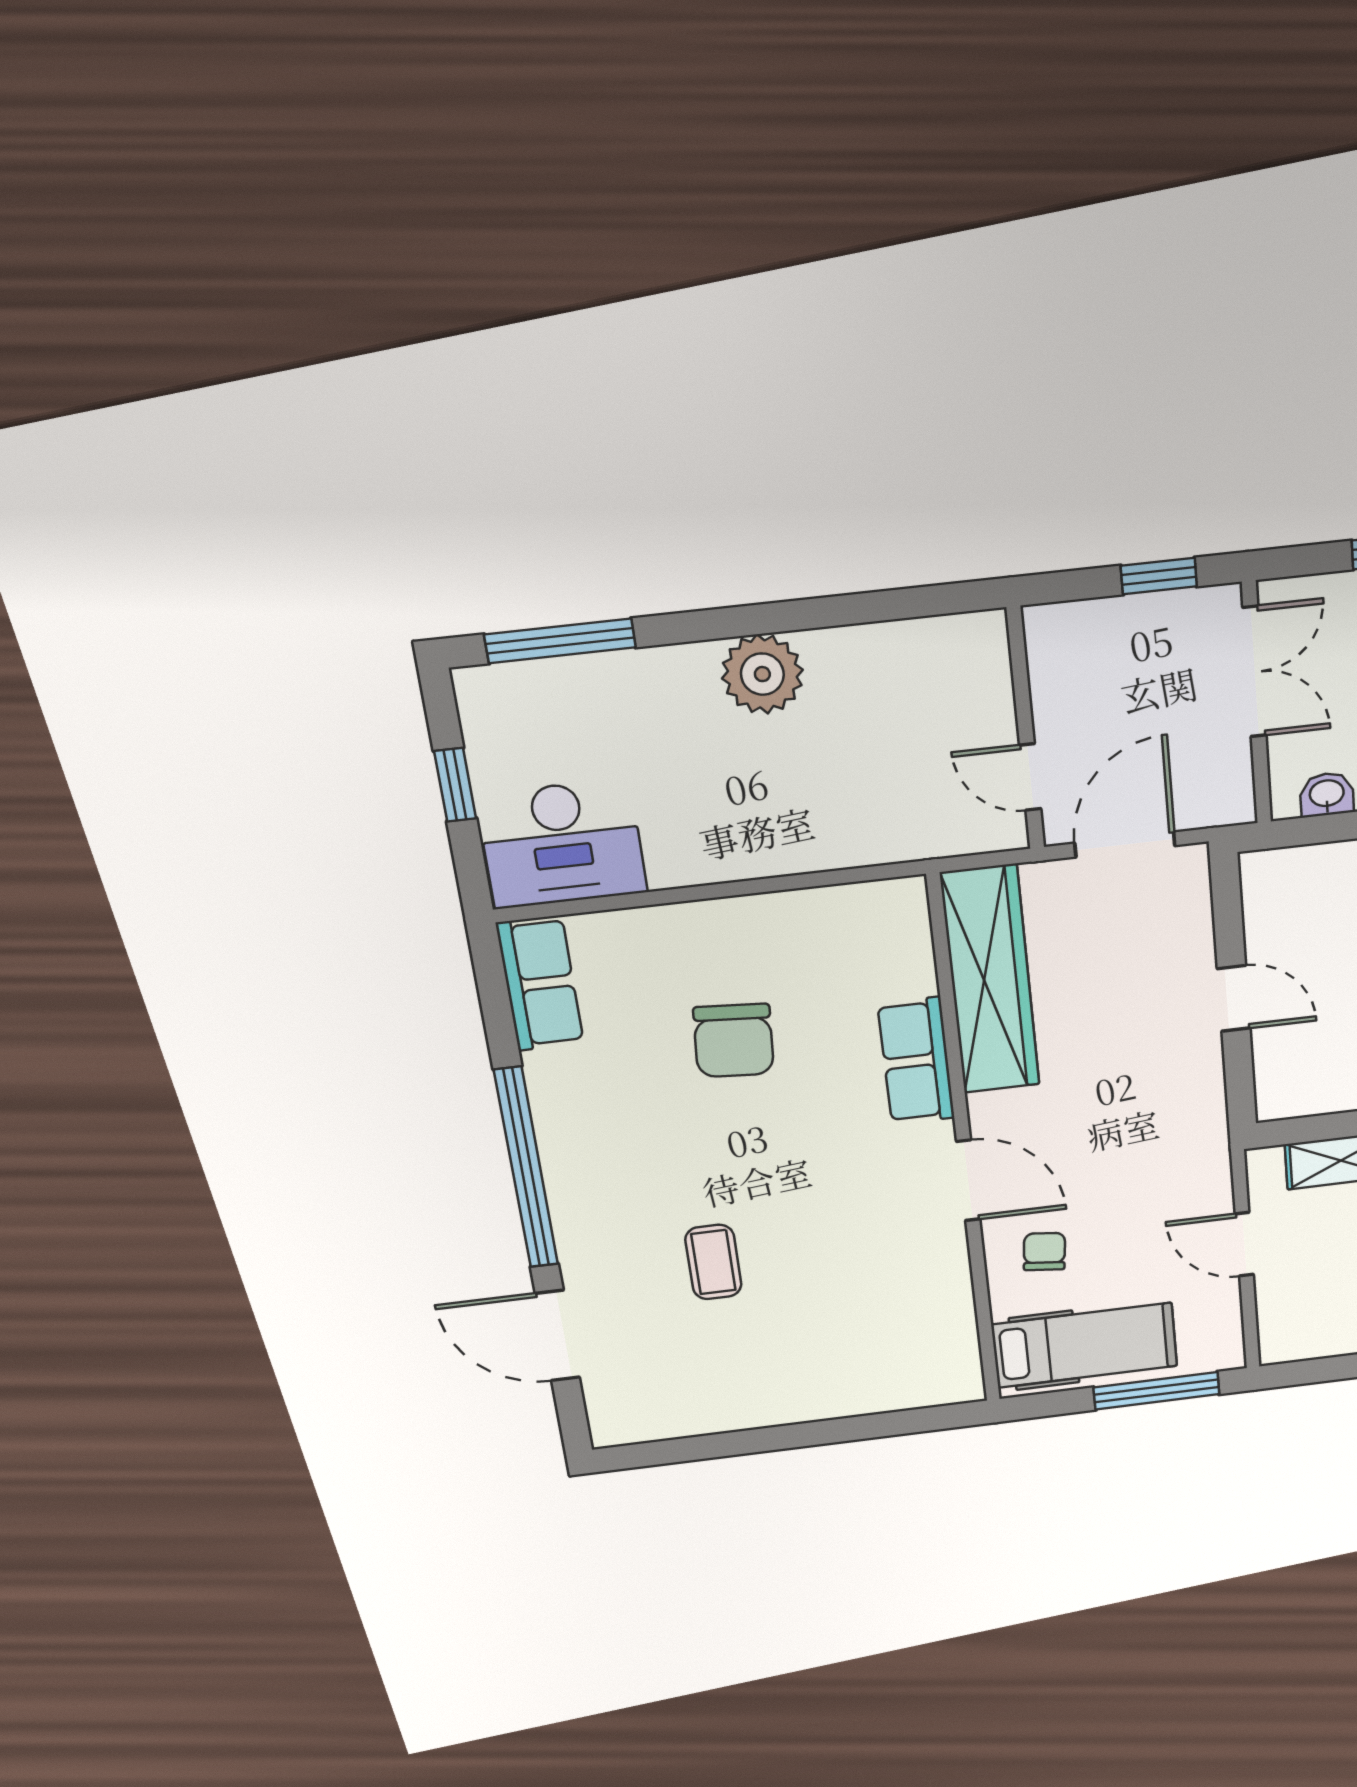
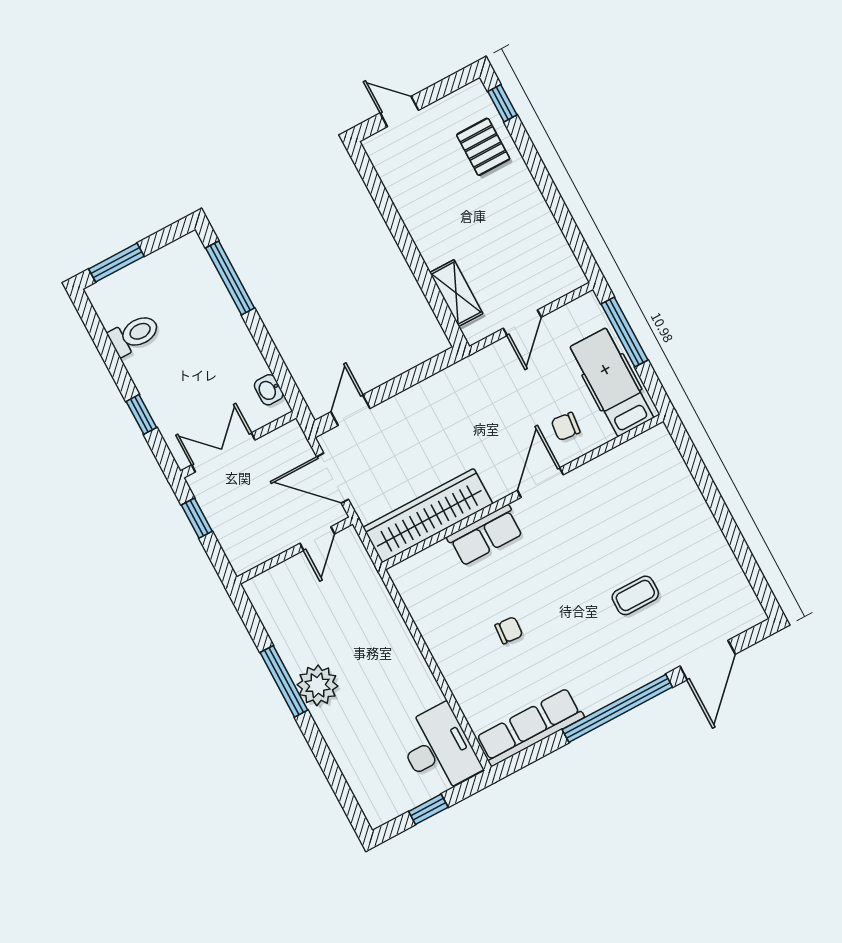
window: (560, 641) -> (284, 681), moved
row of seats: (540, 984) -> (530, 727), width x1.48
door: (1234, 998) -> (350, 410), moved
chair: (734, 1041) -> (509, 630), width x0.54, depth x0.54

